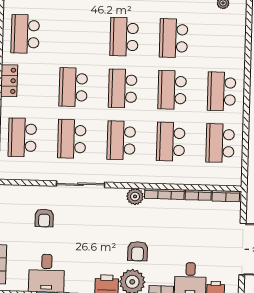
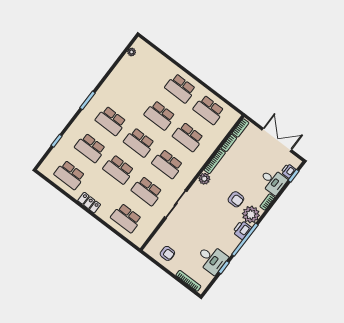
school desk: (174, 38) -> (90, 148), moved
armchair: (44, 218) -> (167, 253), moved

